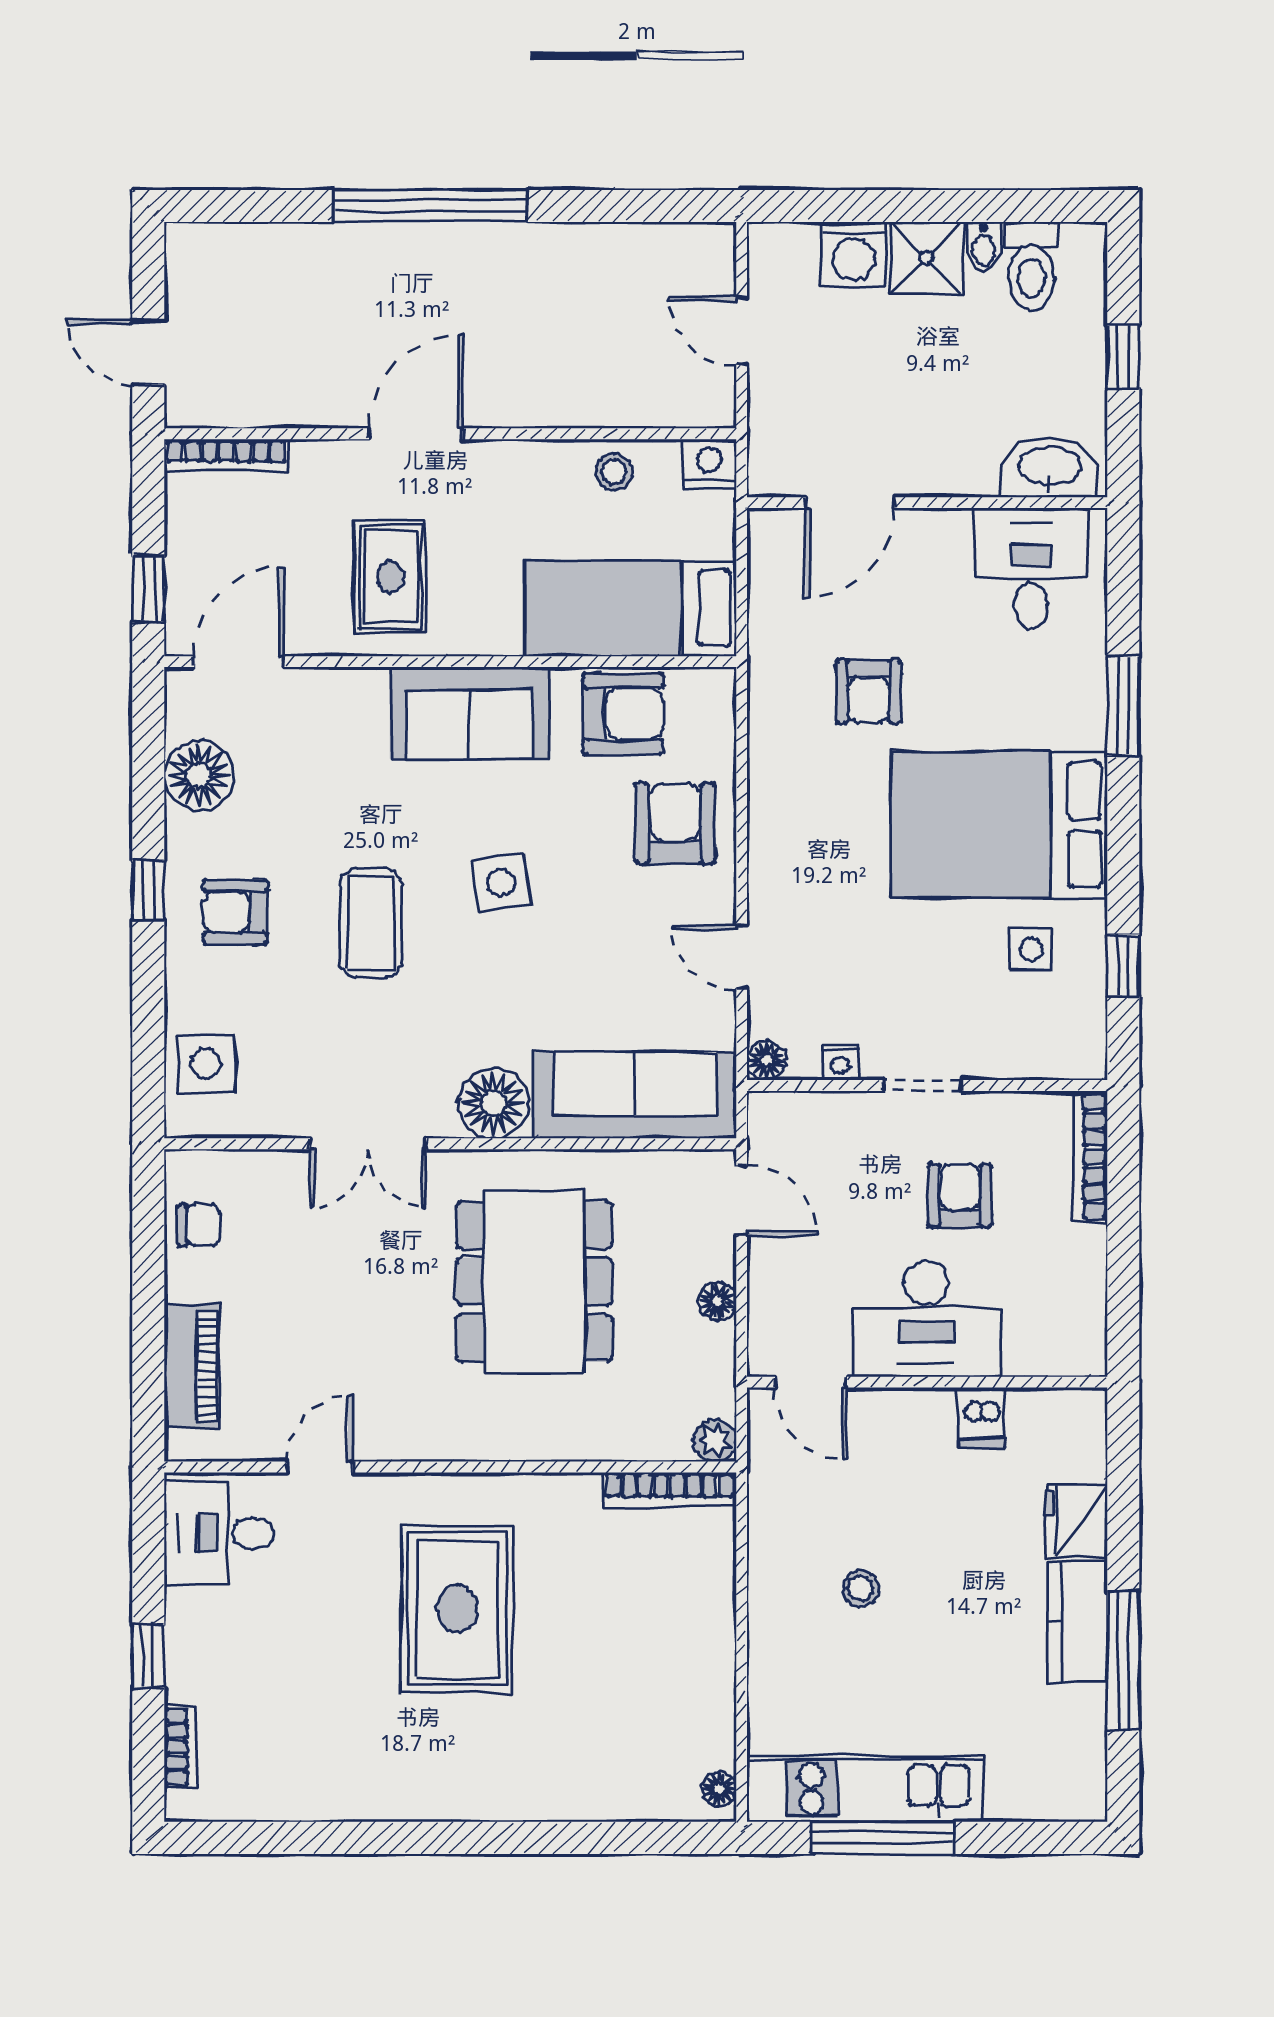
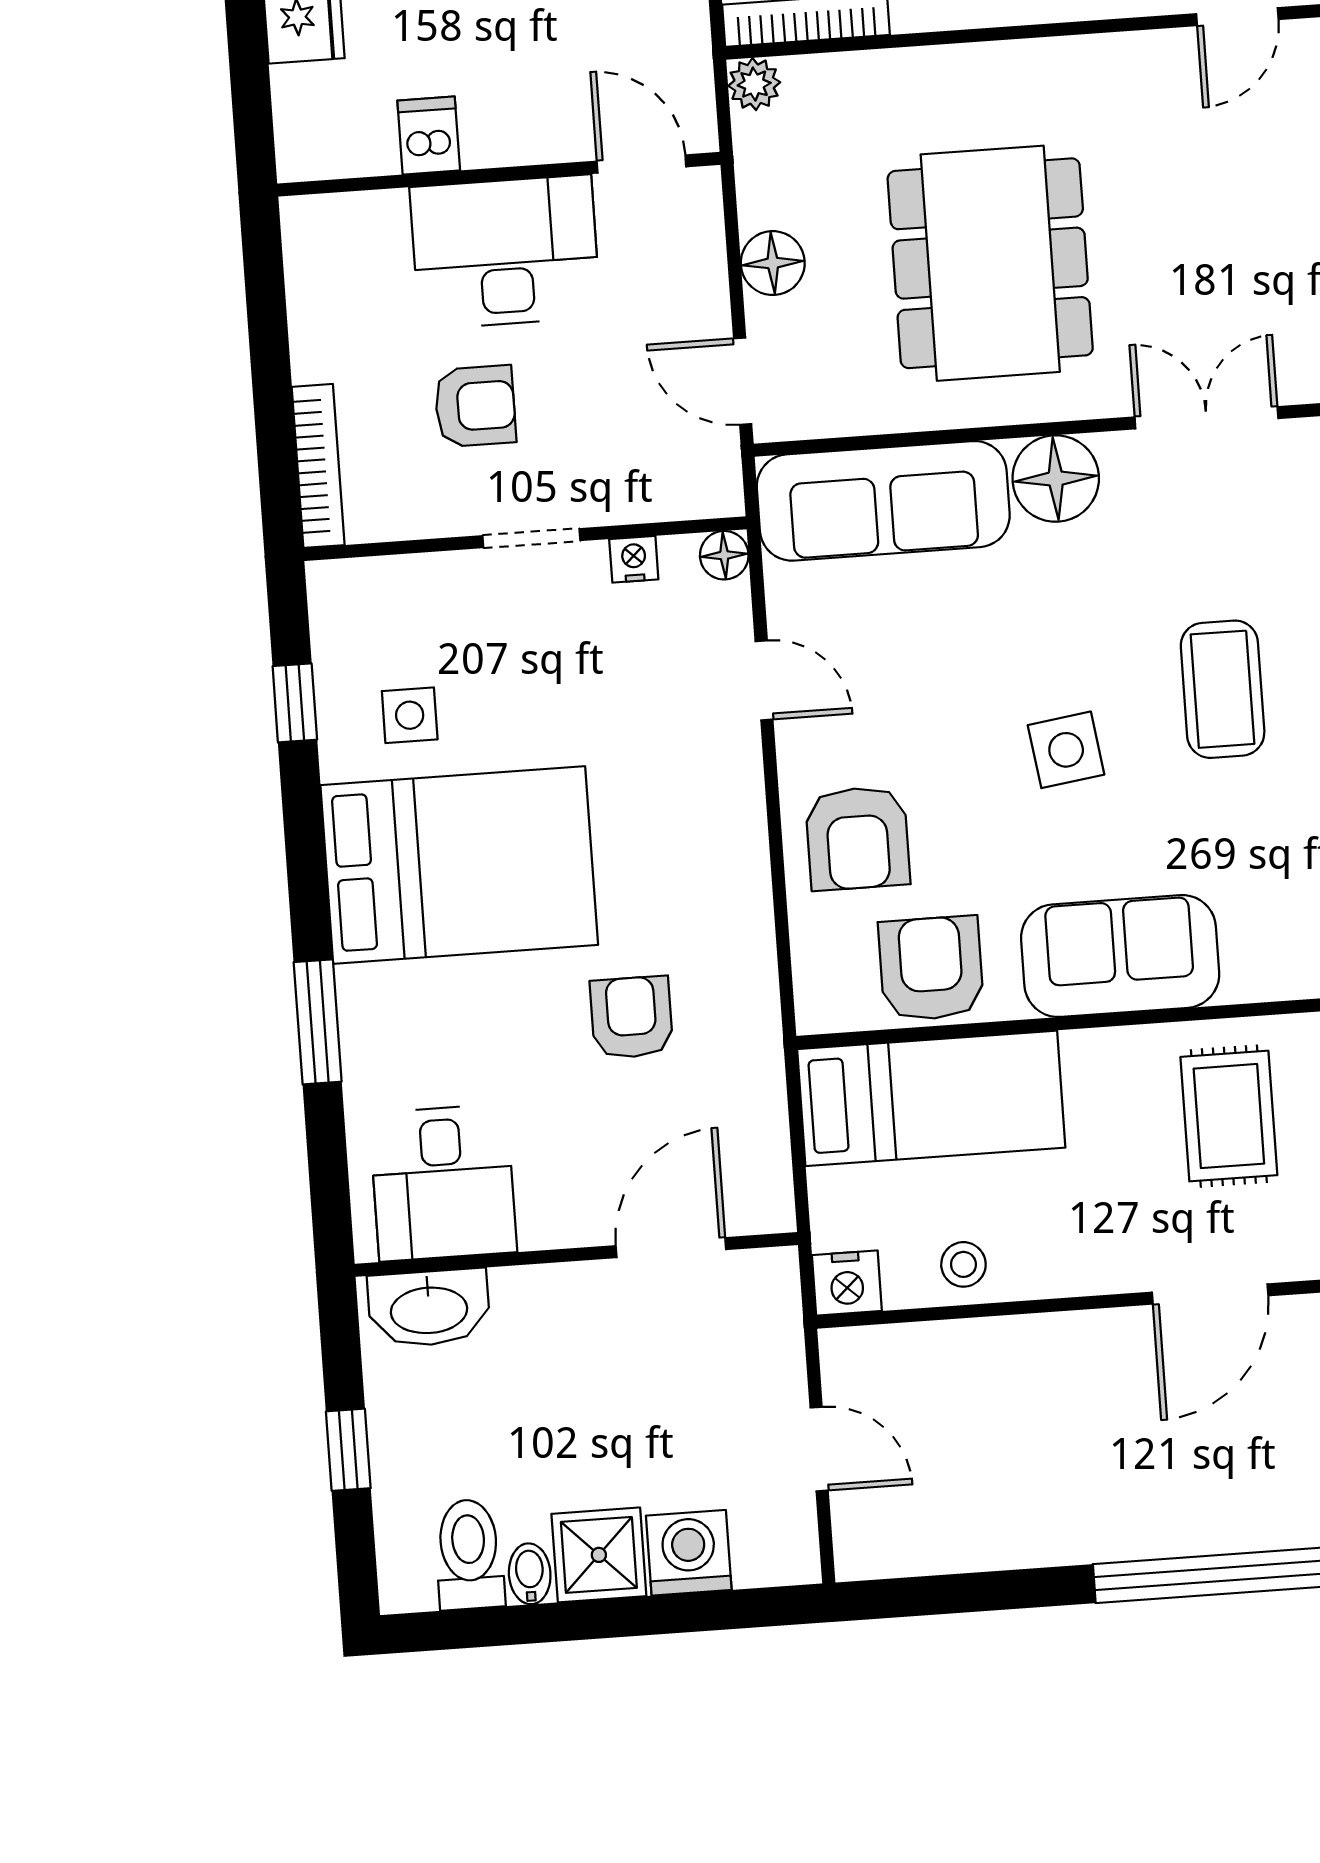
armchair: (623, 714) -> (931, 968), turned 90
armchair: (960, 1196) -> (475, 406), turned -90
floor lamp: (717, 1301) -> (773, 263), width x1.37, depth x1.37

